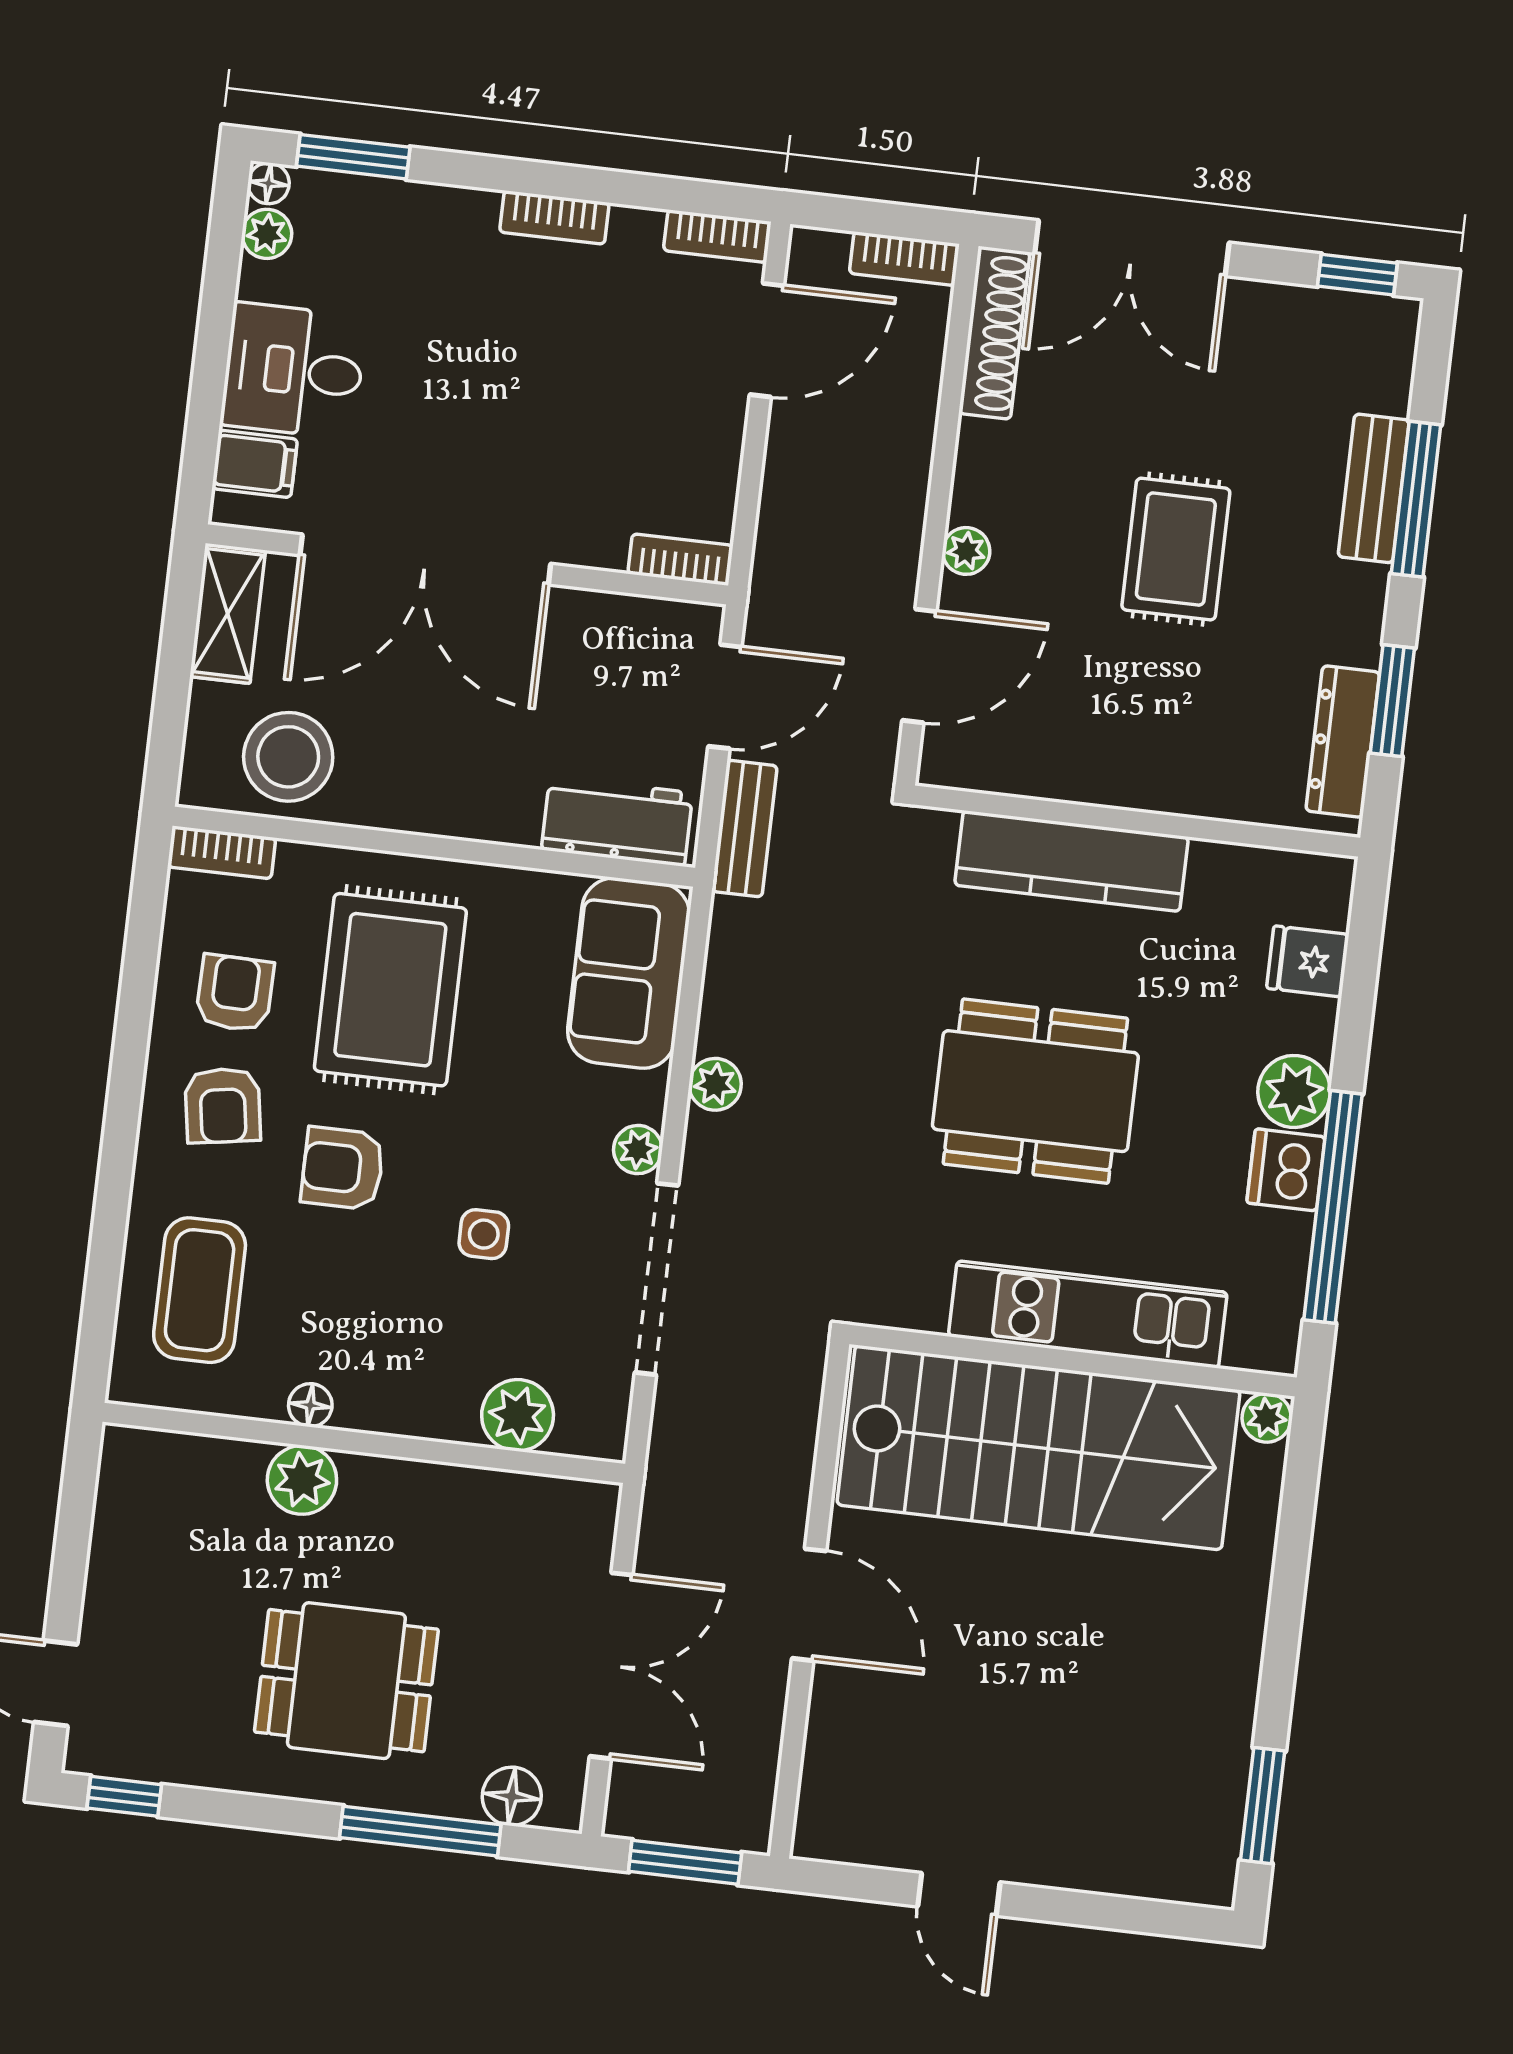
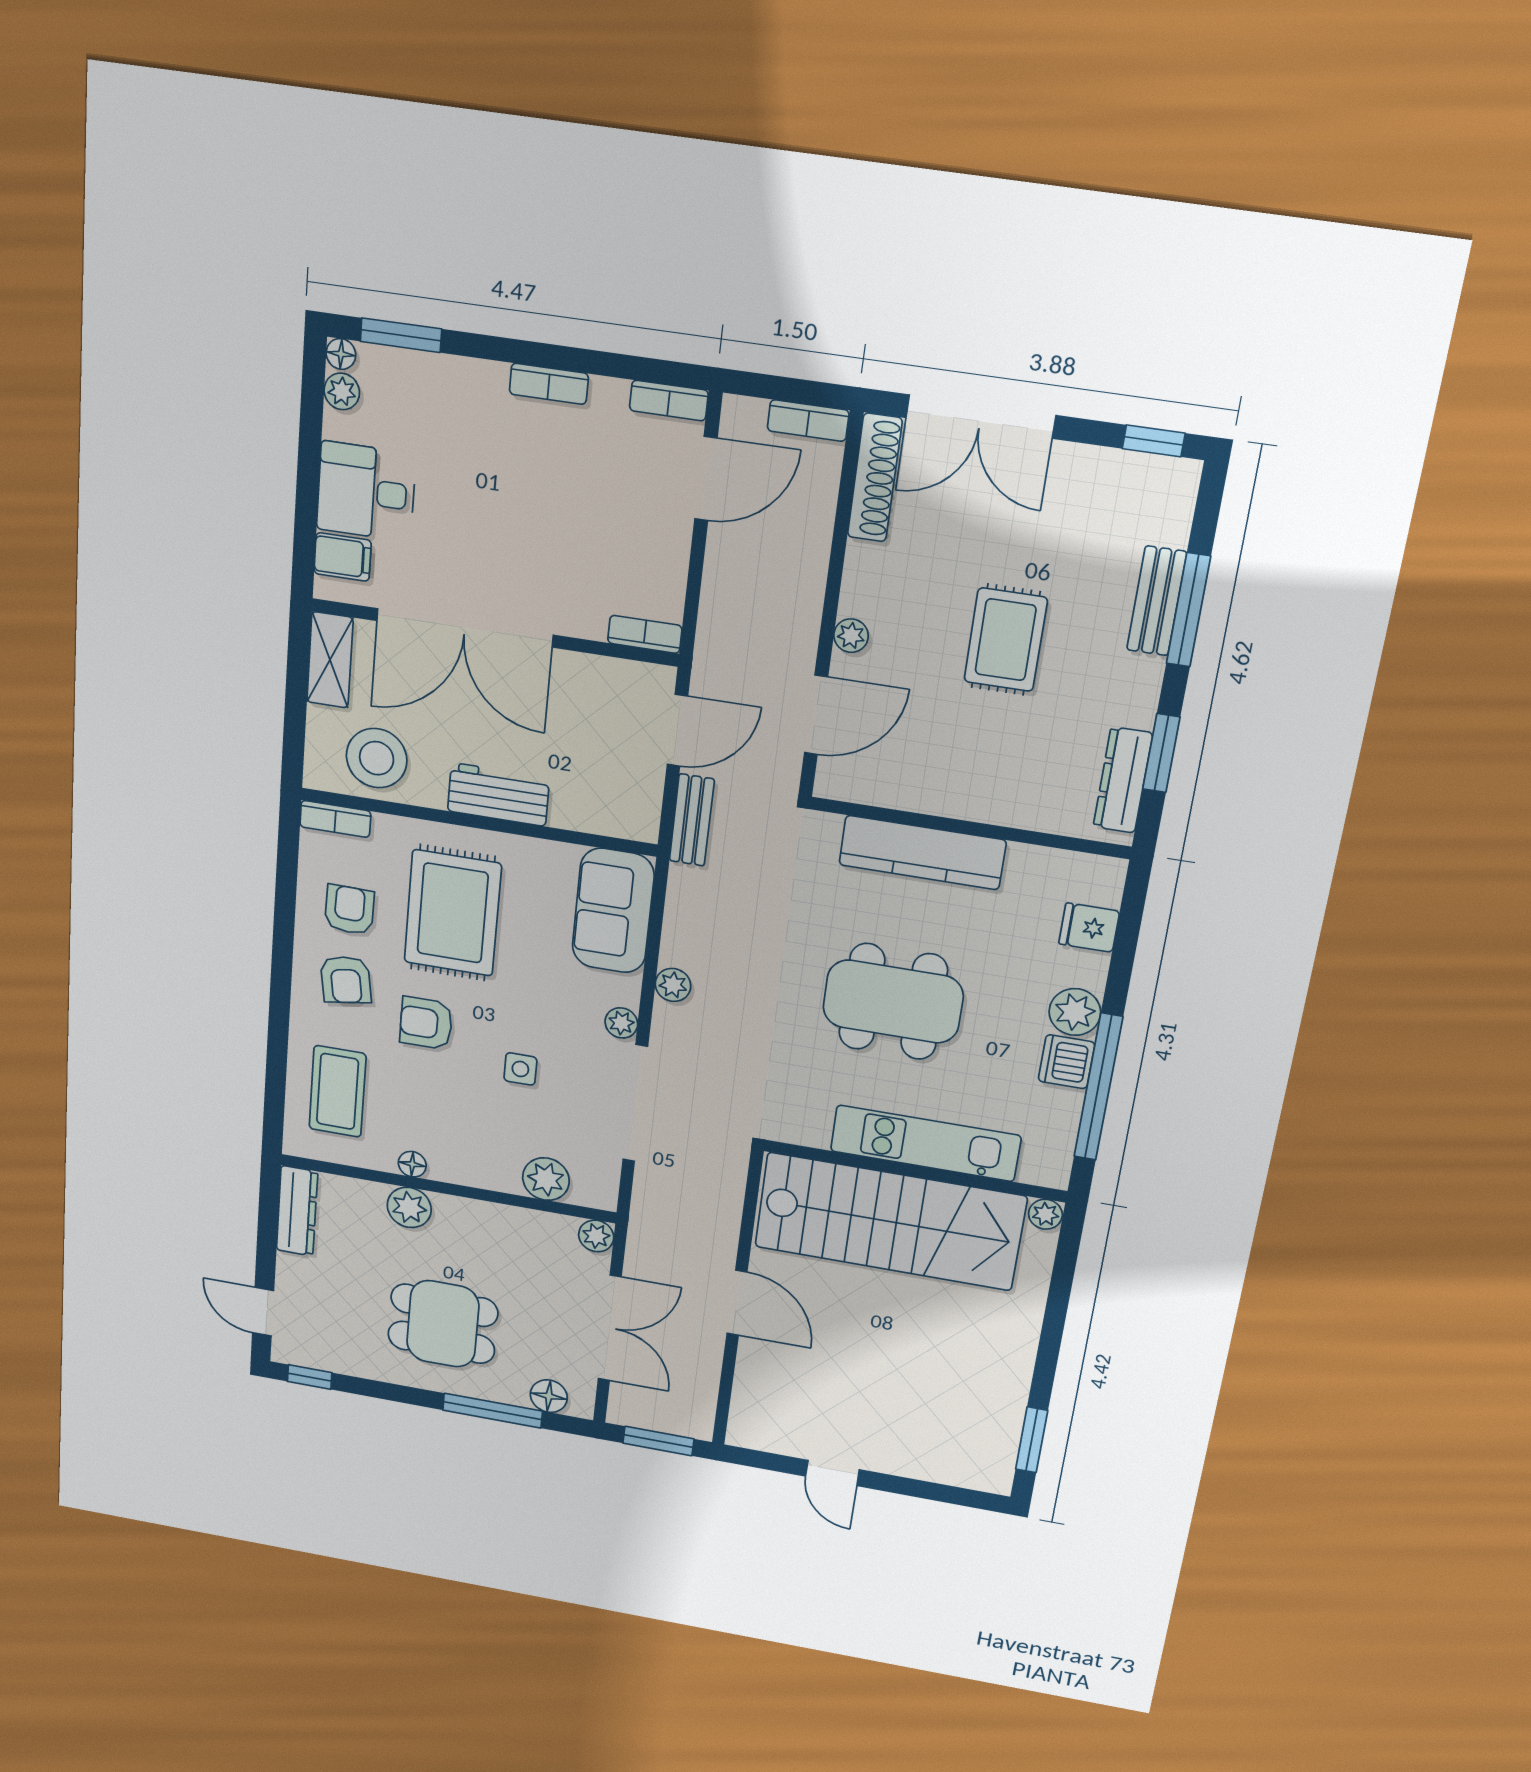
workbench: (617, 821) -> (498, 794), moved
dresser: (123, 1499) -> (297, 1211), added
plant: (593, 1507) -> (596, 1236), added

